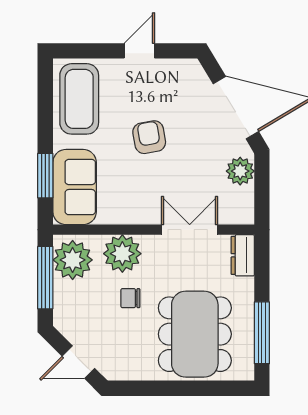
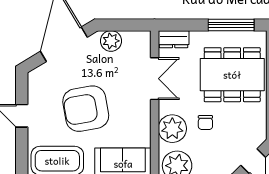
armchair: (149, 137) -> (86, 109), width x1.88, depth x1.88
double door: (190, 230) -> (155, 79), swing flipped

